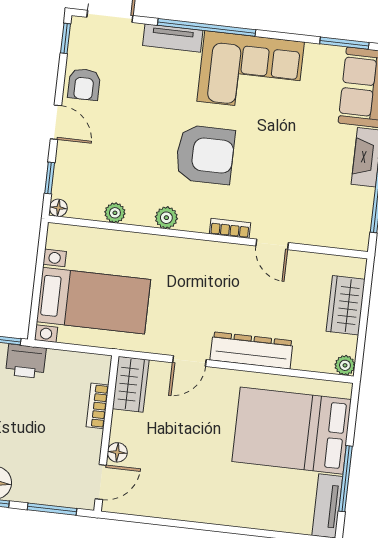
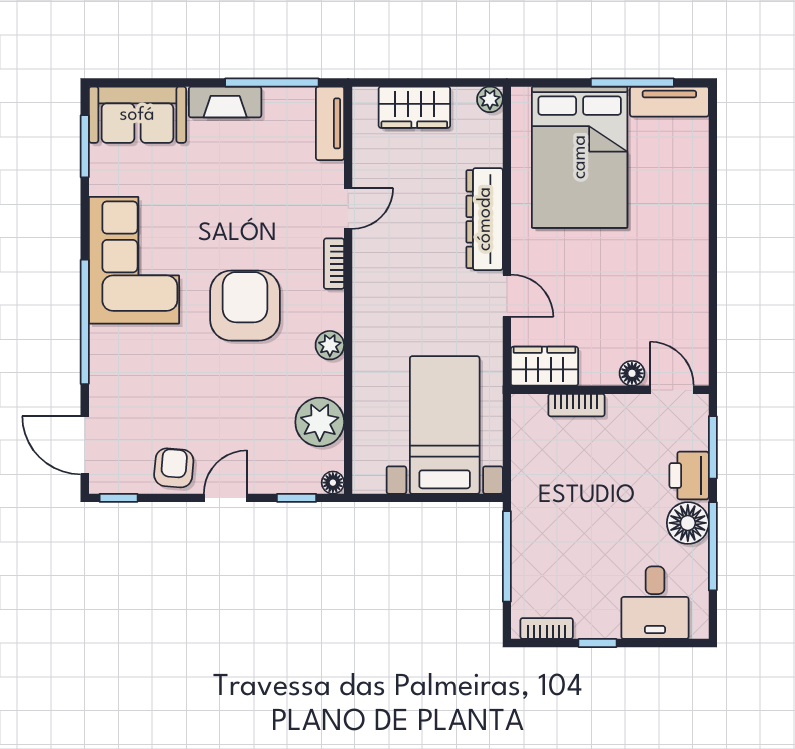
tv unit: (173, 38) -> (330, 123), moved, turned 180
armchair: (84, 84) -> (174, 468), turned -85
plant: (115, 213) -> (320, 422), width x1.87, depth x1.87
printer: (26, 361) -> (689, 476), moved, turned 180

